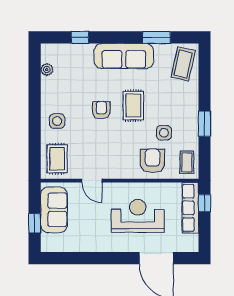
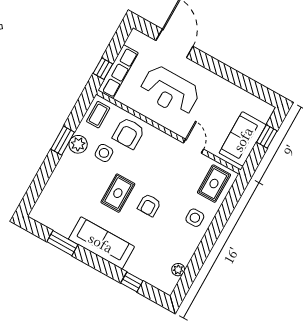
coffee table: (183, 64) -> (52, 206), removed
plant: (190, 128) -> (78, 144), added

